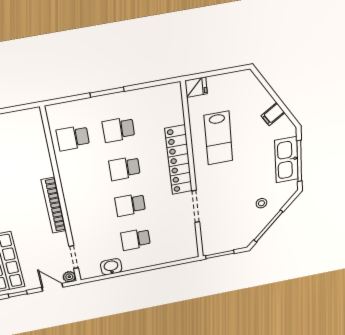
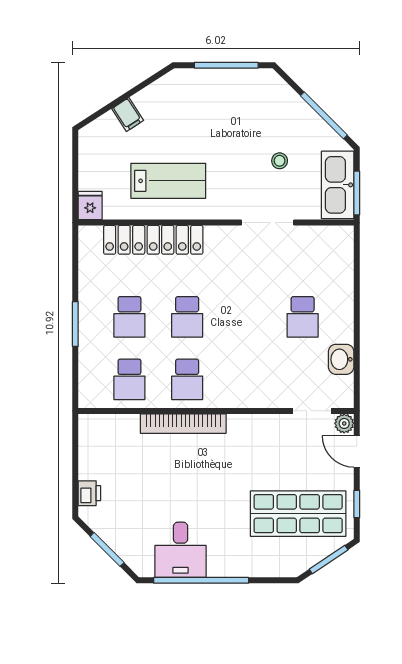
filing cabinet: (273, 114) -> (128, 115), moved
locker: (179, 160) -> (153, 240), moved
kitchen sink: (286, 160) -> (338, 185), moved, turned 90
stool: (261, 203) -> (280, 161), moved
school desk: (130, 205) -> (187, 379), moved
bookcase: (54, 206) -> (183, 424), moved
door: (52, 287) -> (357, 451), hinge flipped

